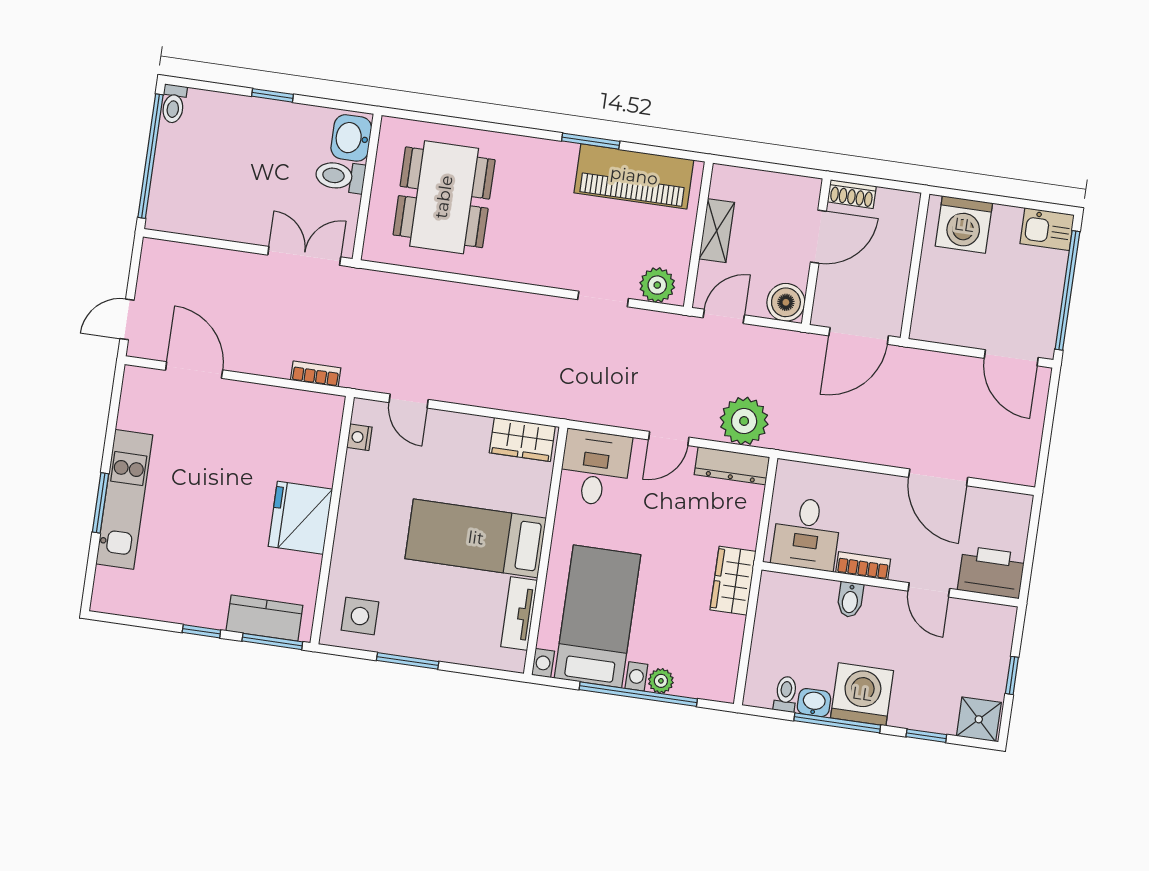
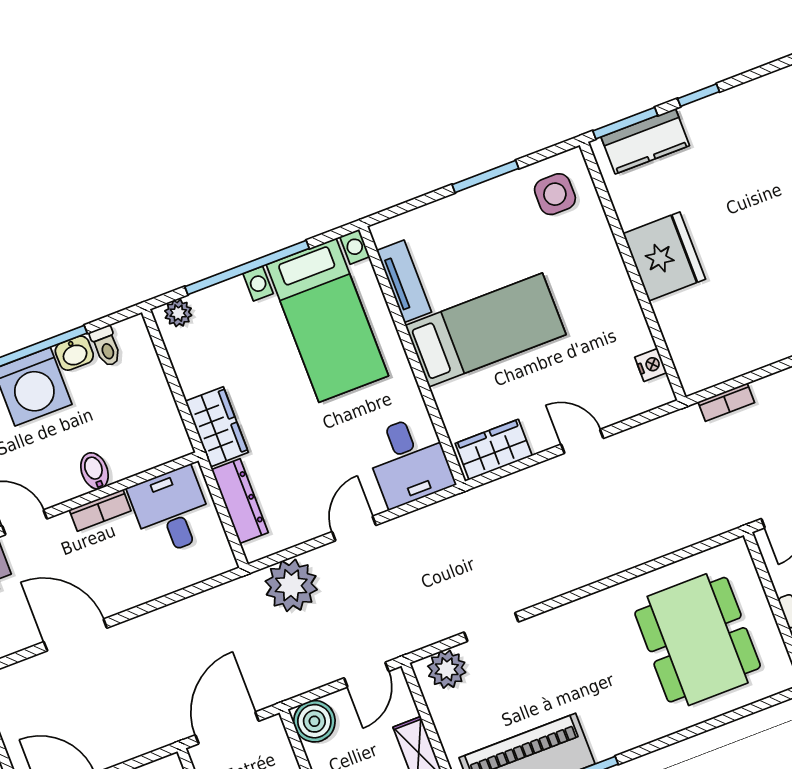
door: (409, 401) -> (582, 441), moved
dresser: (732, 466) -> (240, 501), moved, turned 90
plant: (661, 681) -> (178, 313), moved

